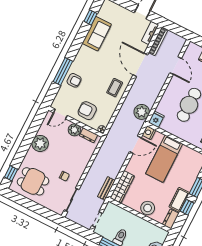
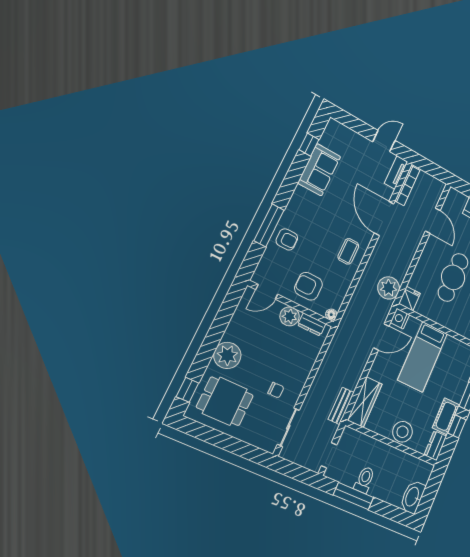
plant: (40, 143) -> (227, 355), moved

